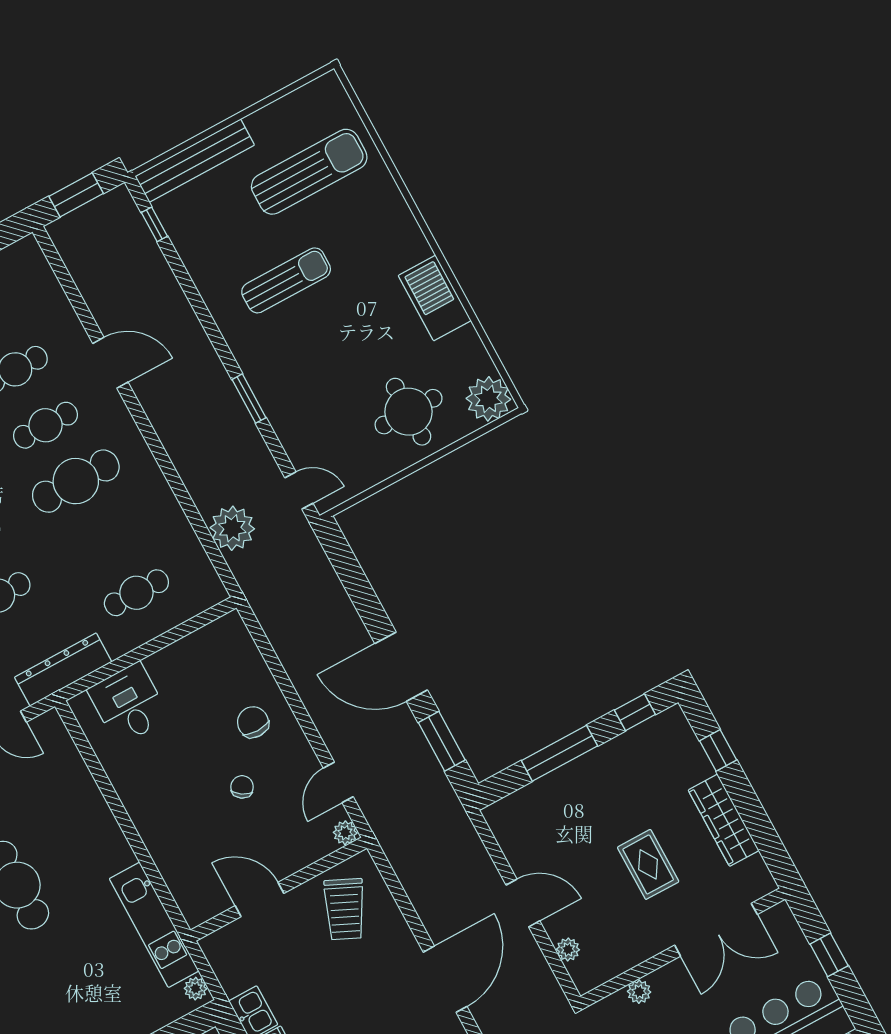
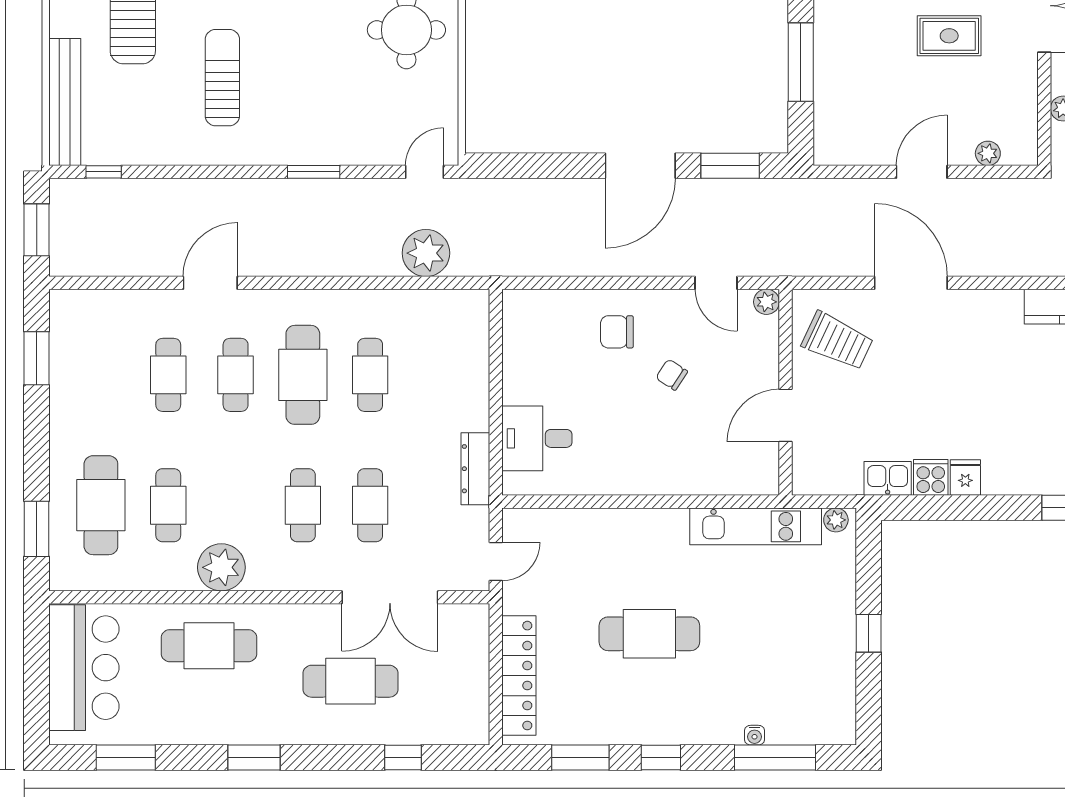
cafe table: (136, 593) -> (370, 375), moved
dresser: (63, 670) -> (475, 469), width x0.73, depth x0.80
door: (445, 979) -> (911, 283), moved

